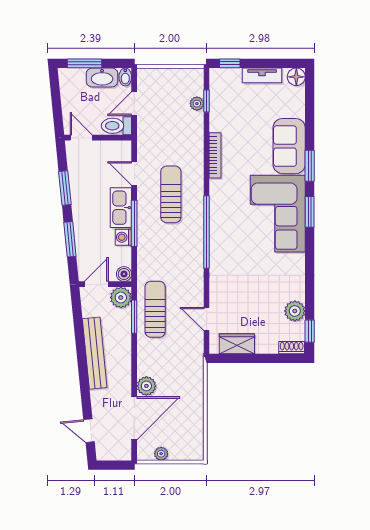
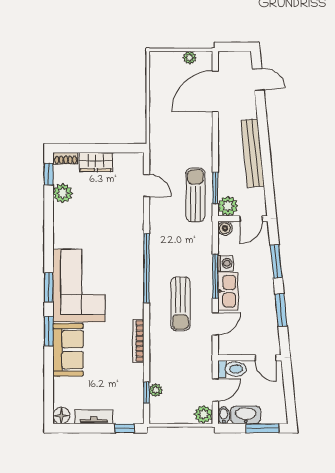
door: (134, 173) -> (215, 324), hinge flipped
sun lounger: (155, 309) -> (195, 195), turned 180
wardrobe: (237, 344) -> (96, 162), moved
plant: (146, 386) -> (204, 414), moved

